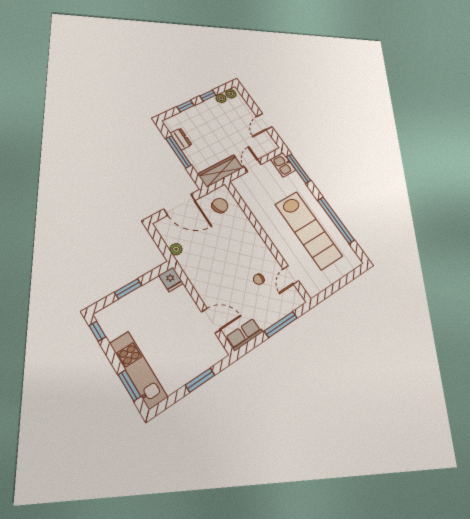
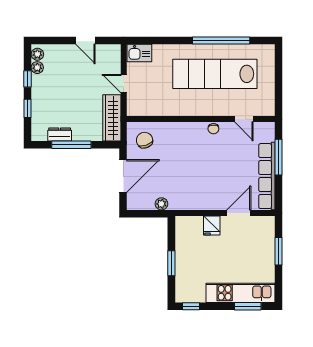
window: (298, 169) -> (152, 41), removed
lab bench: (309, 230) -> (215, 74), turned 180
fridge: (171, 279) -> (212, 226), moved, turned 90
chair: (259, 279) -> (213, 129), moved
row of seats: (244, 334) -> (267, 176), width x2.02

